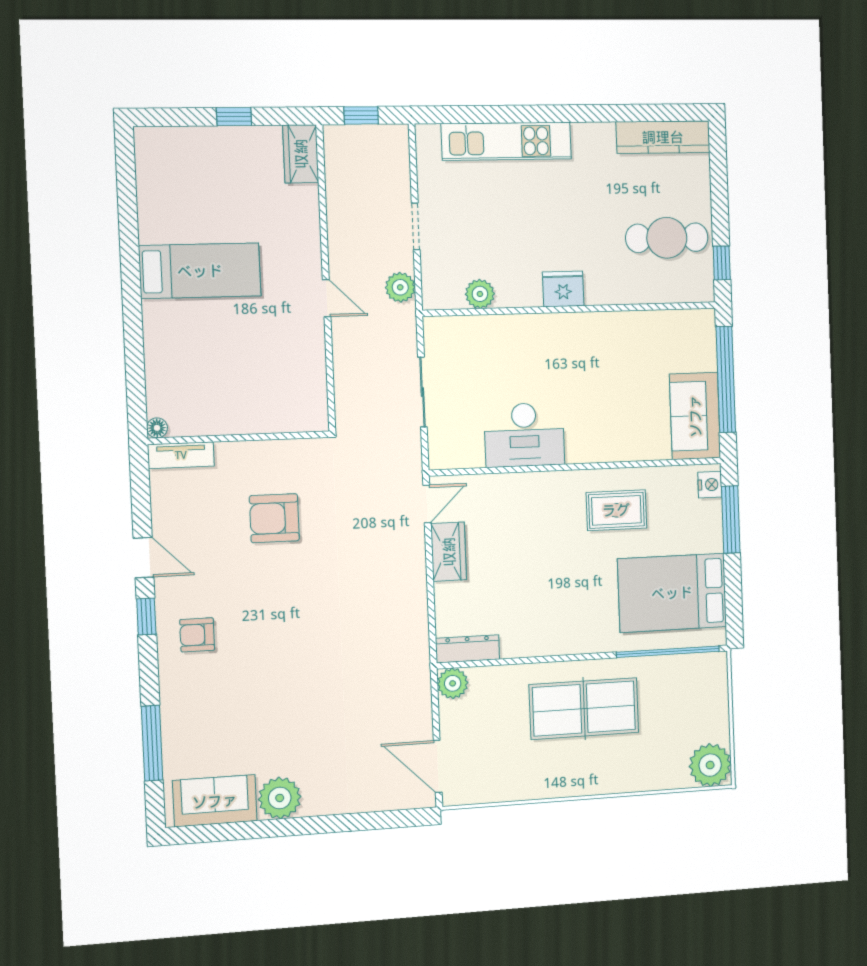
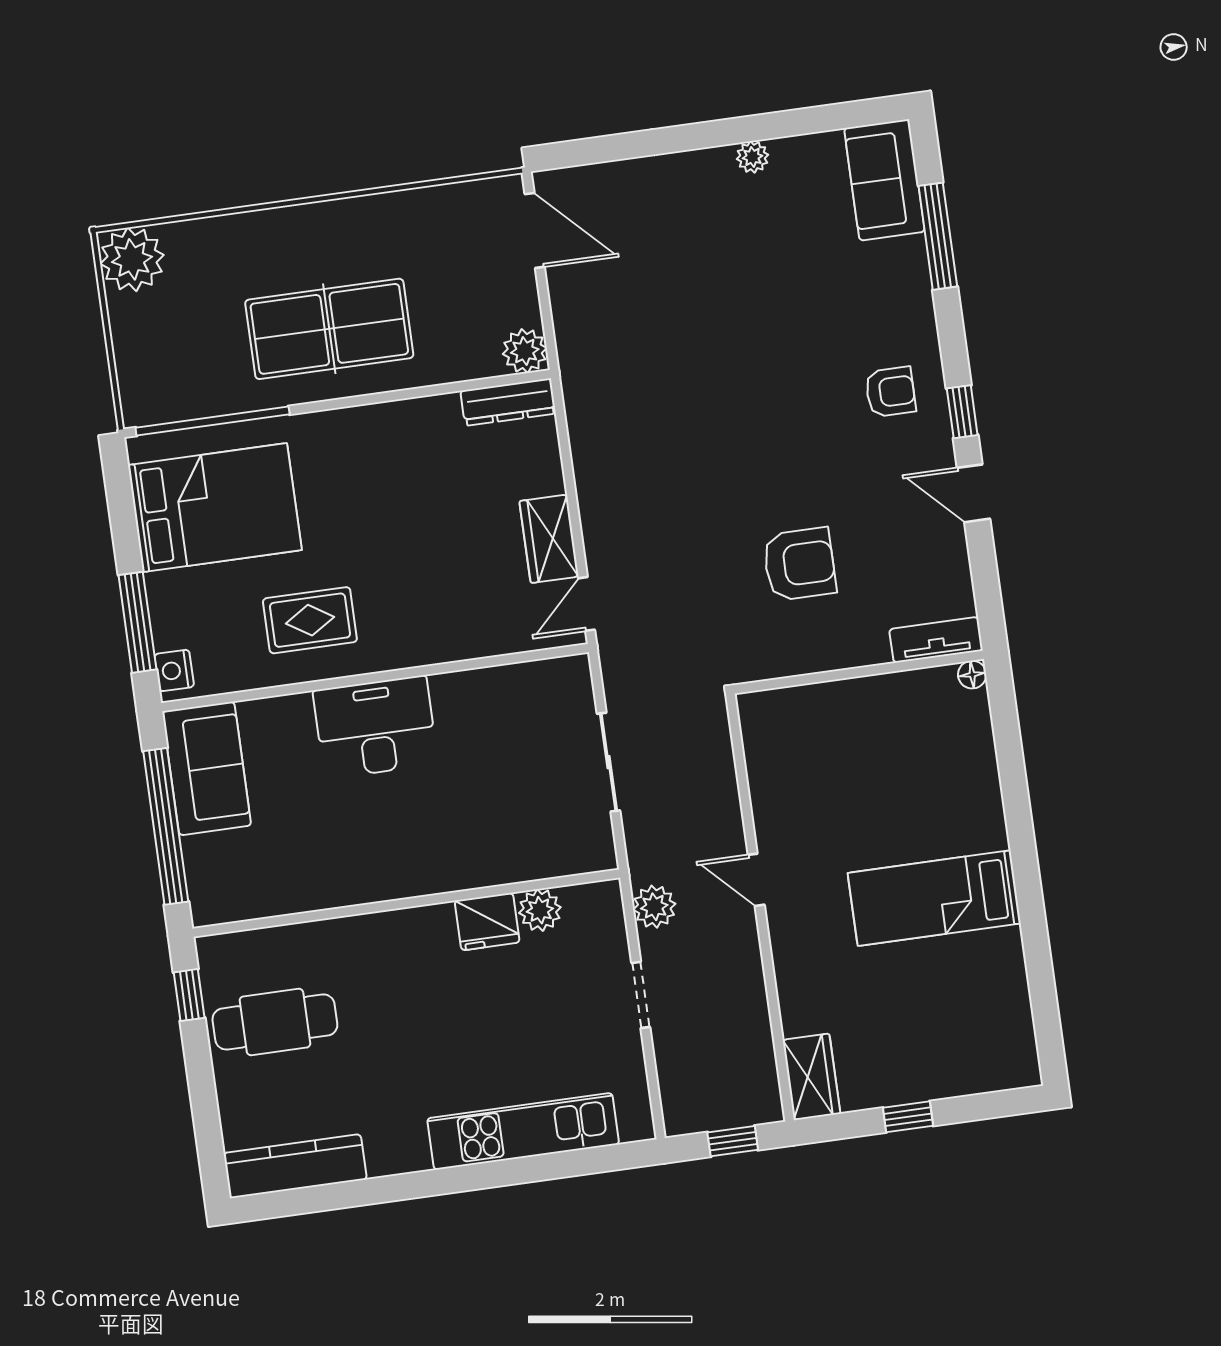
fridge: (563, 289) -> (487, 922), moved
desk: (524, 435) -> (375, 727), moved
plant: (280, 798) -> (752, 157), width x0.53, depth x0.53
sofa: (215, 801) -> (884, 180), moved, turned 90

